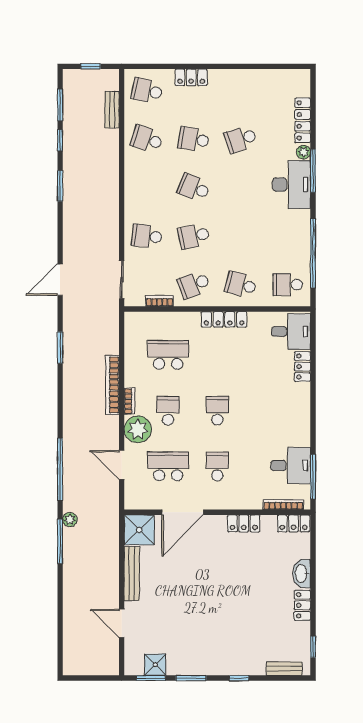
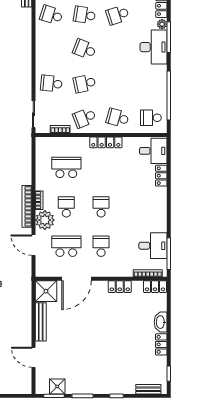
bookcase: (112, 385) -> (27, 206), moved

